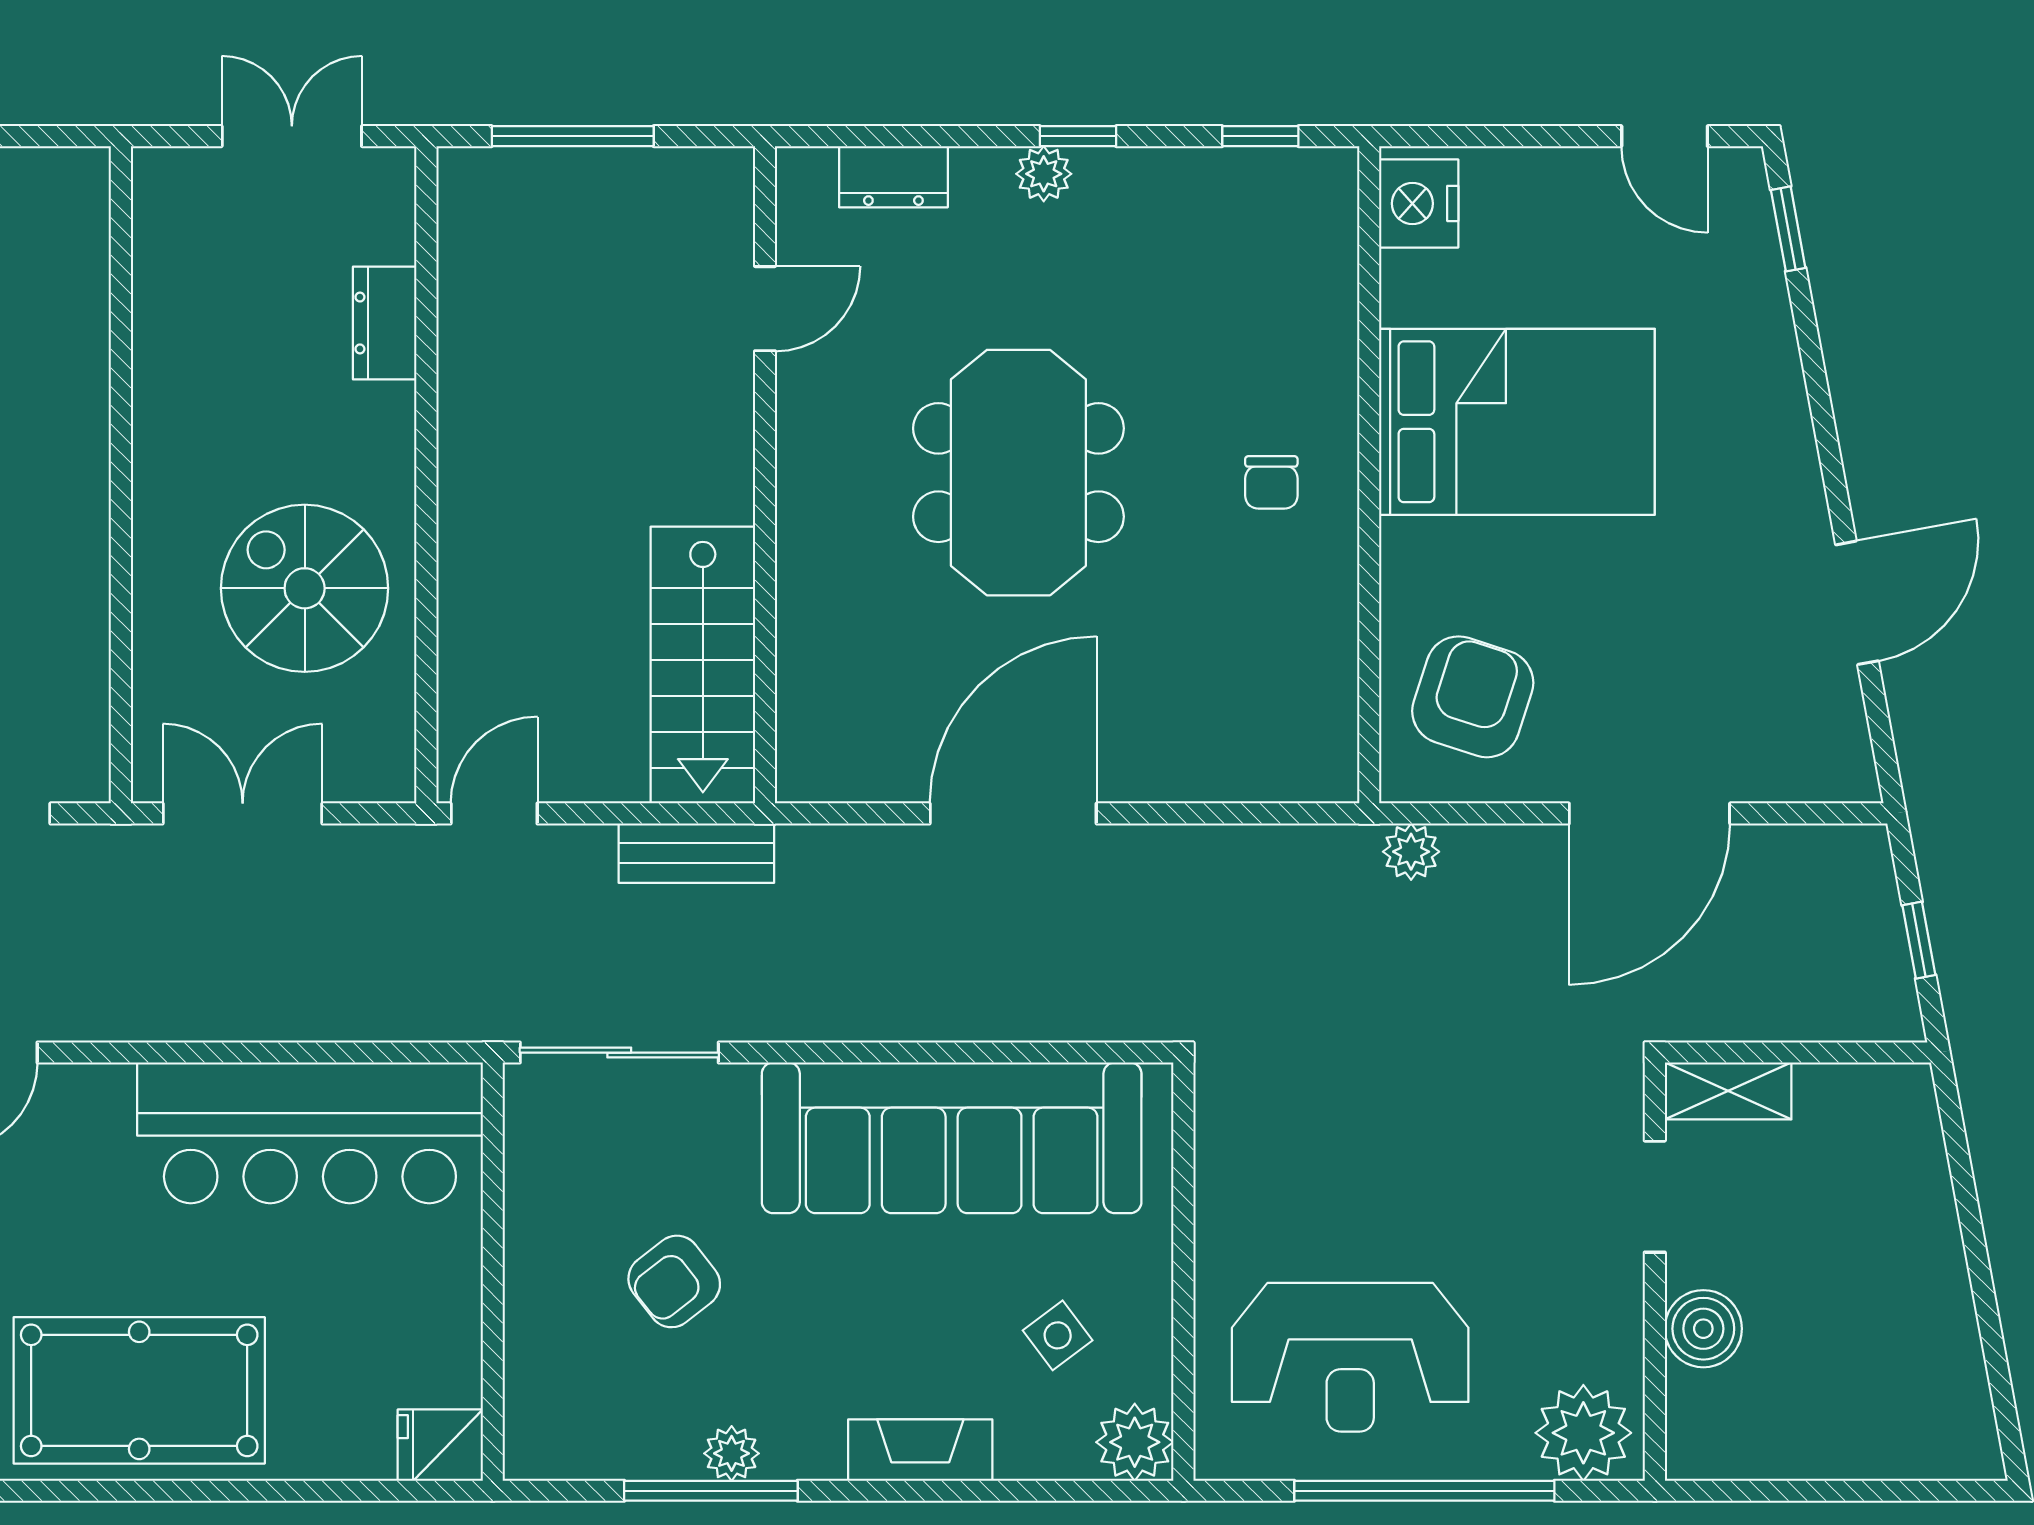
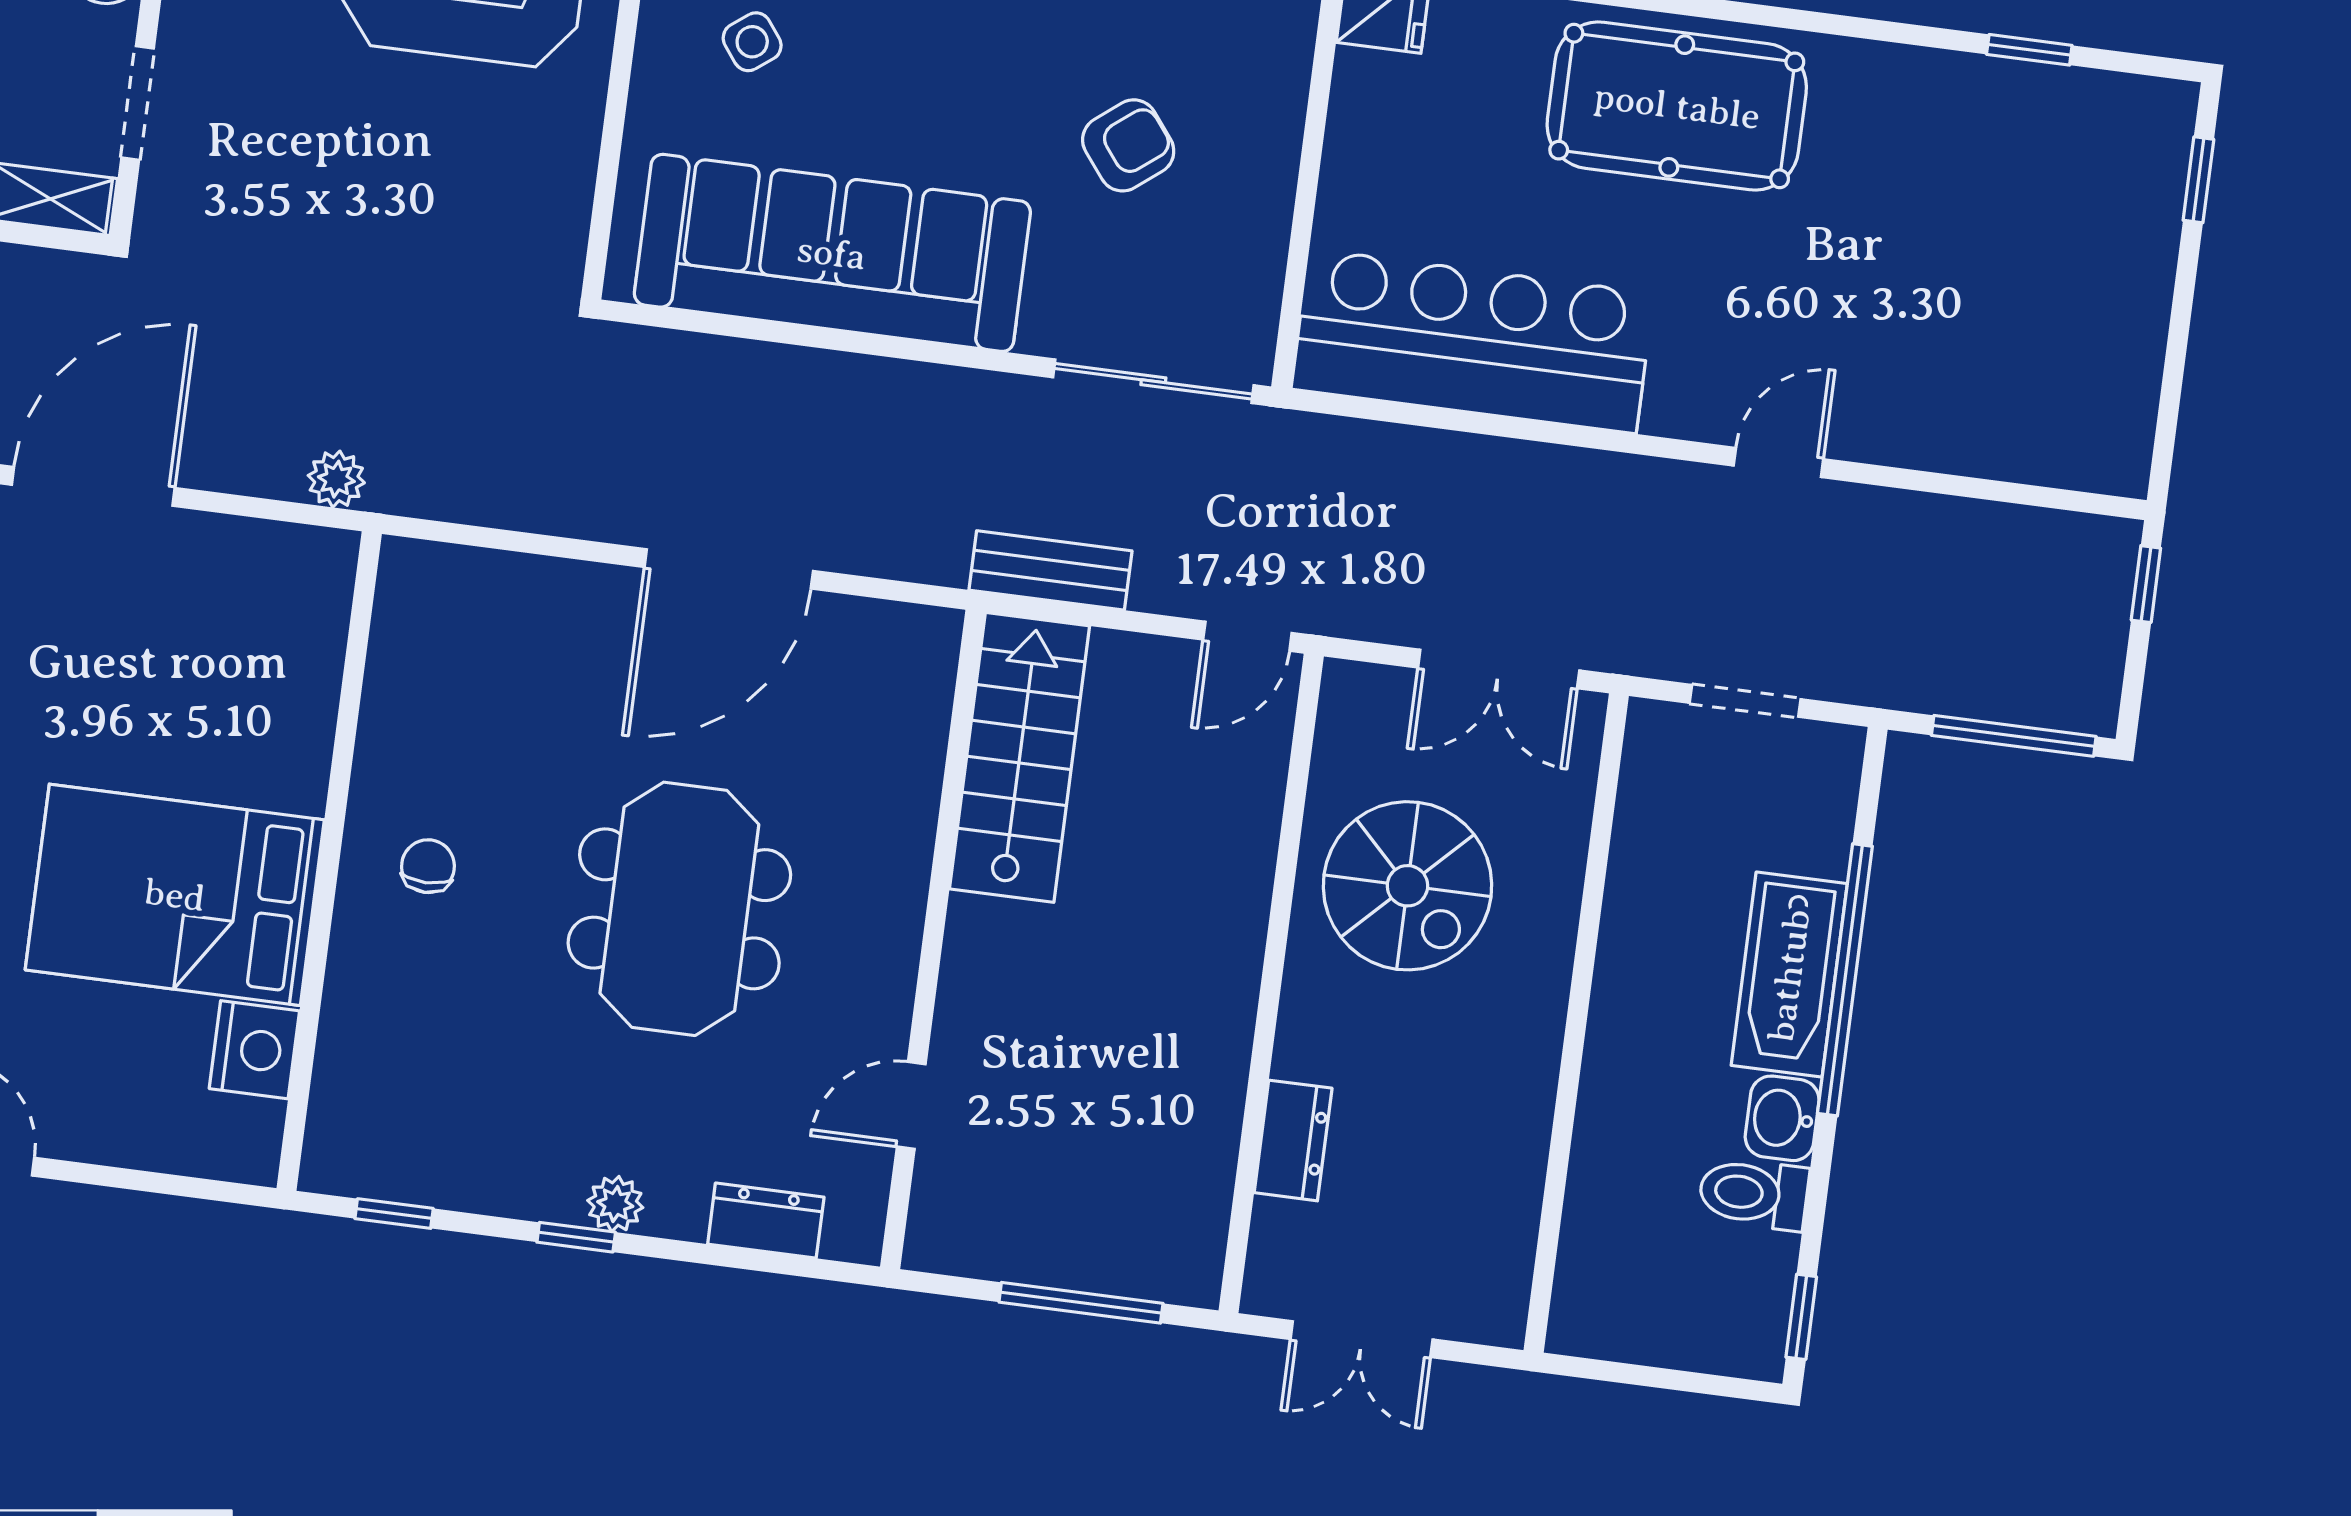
nightstand: (1419, 203) -> (254, 1050), moved
armchair: (1473, 697) -> (255, 626), removed

